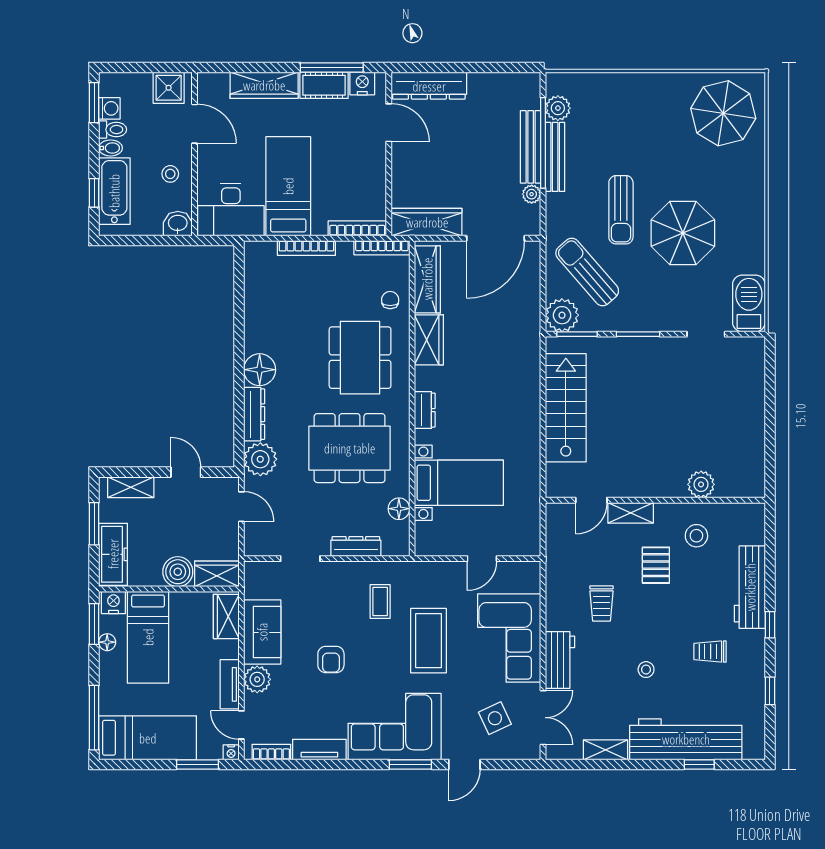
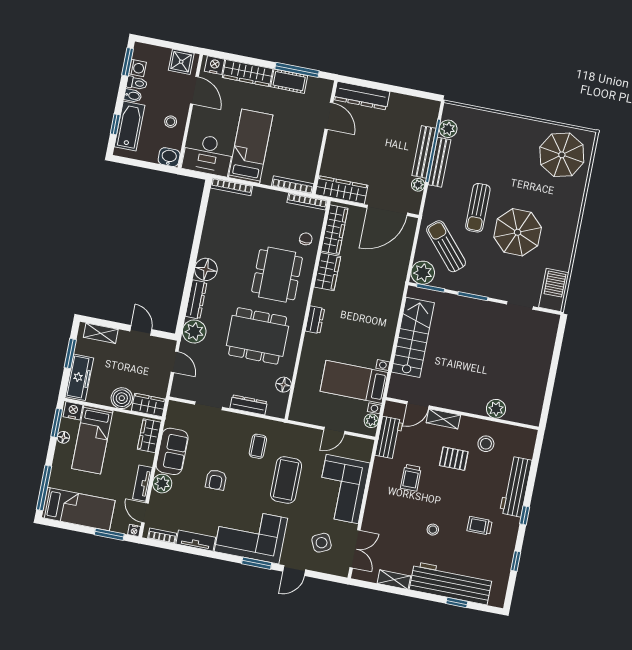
nightstand: (362, 83) -> (215, 65), moved
bookcase: (306, 248) -> (232, 187), moved
bed with nightstands: (459, 483) -> (354, 382), moved, turned 180
plant: (531, 535) -> (371, 421), added
pallet: (656, 565) -> (454, 459), turned 90
workbench: (560, 660) -> (389, 438), moved

